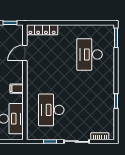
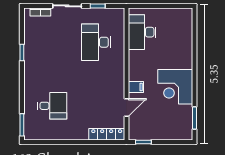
desk: (90, 54) -> (52, 106), width x0.73
filing cabinet: (17, 89) -> (136, 87), moved
desk: (51, 110) -> (96, 42), turned 180

